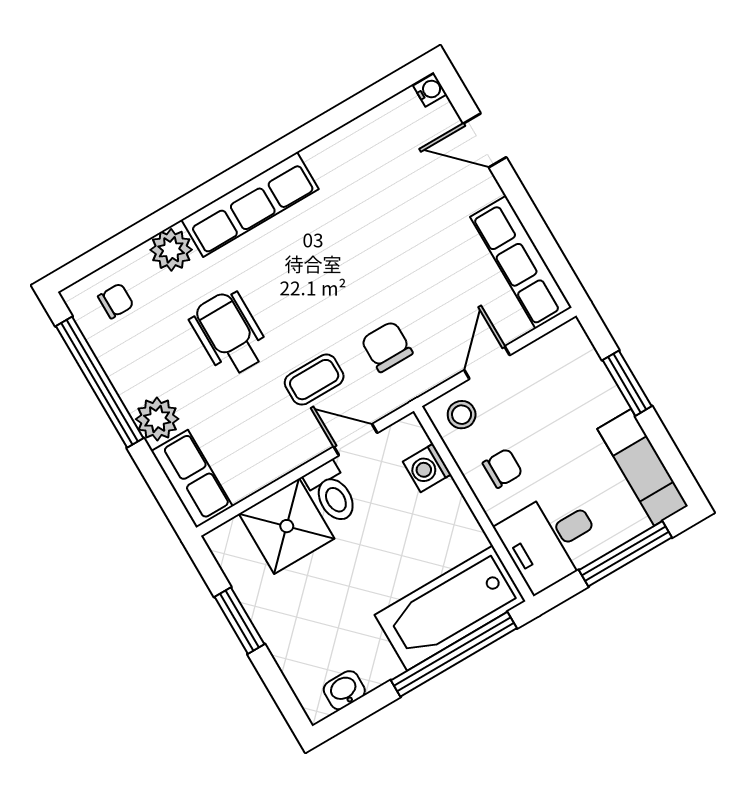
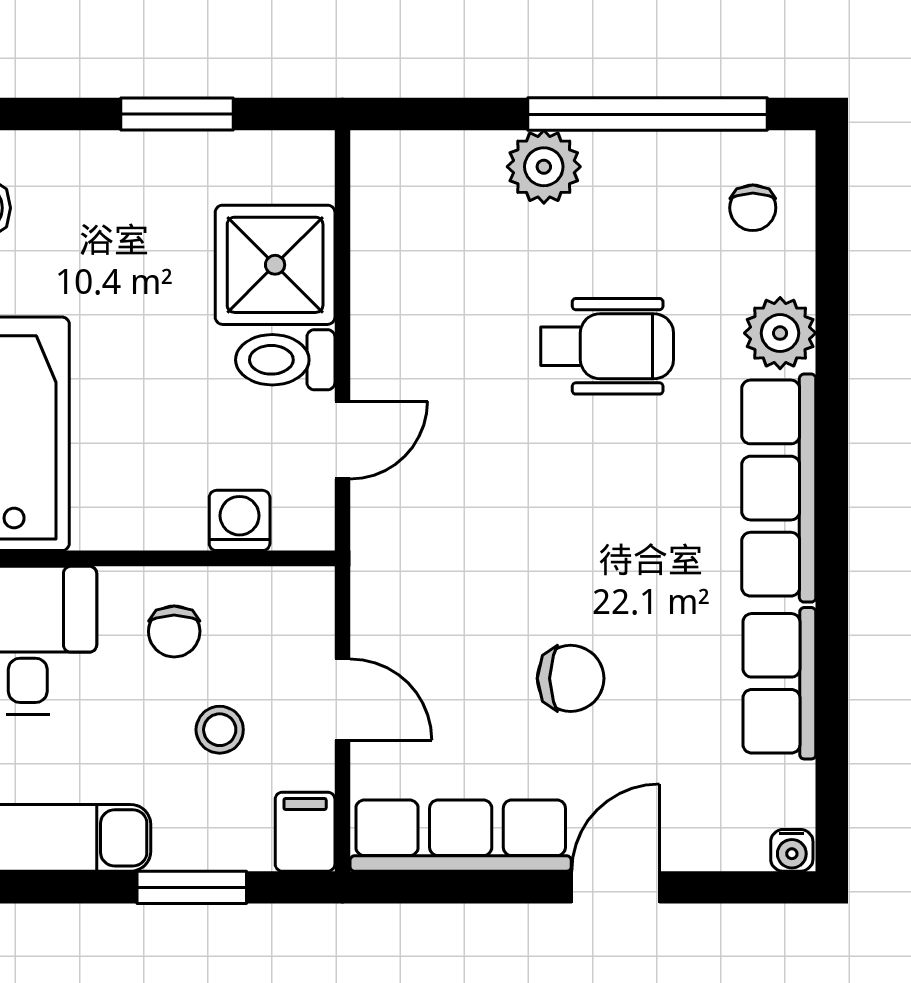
door: (485, 140) -> (616, 887), moved
filing cabinet: (565, 342) -> (305, 832), added
chair: (387, 347) -> (571, 678), moved
coffee table: (314, 380) -> (467, 431), removed
stool: (462, 415) -> (220, 730), moved
row of seats: (192, 479) -> (779, 683), moved, turned 90

